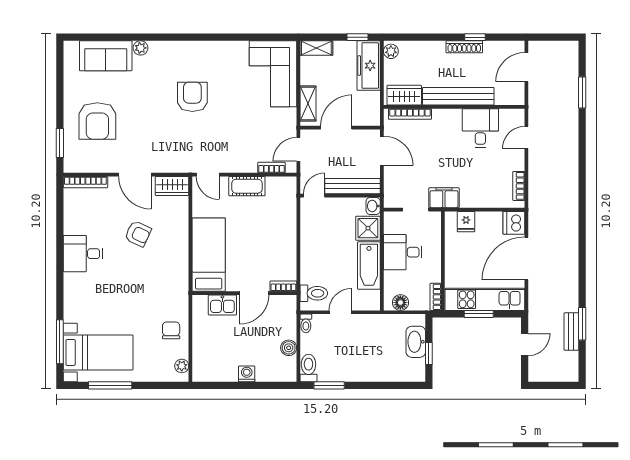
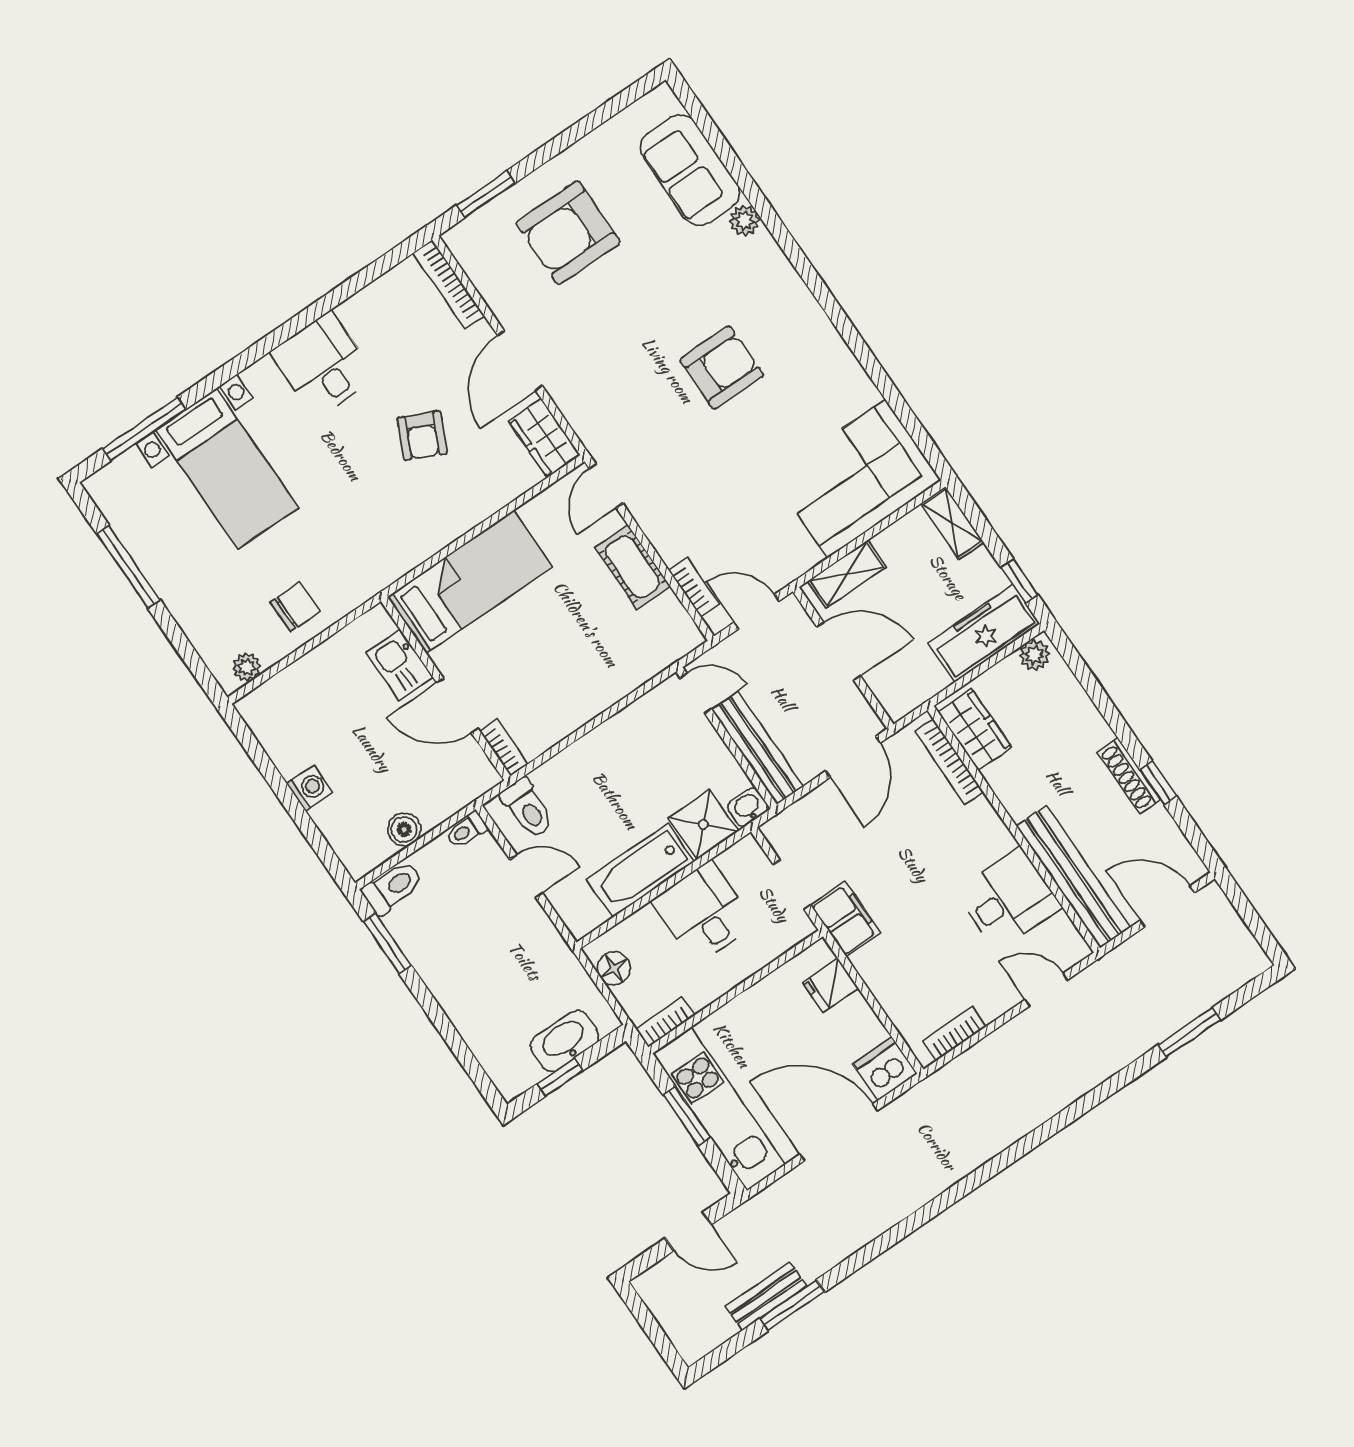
bench: (458, 96) -> (1073, 877), moved
bed with nightstands: (98, 352) -> (227, 469), moved

